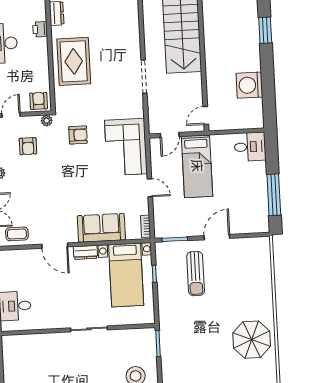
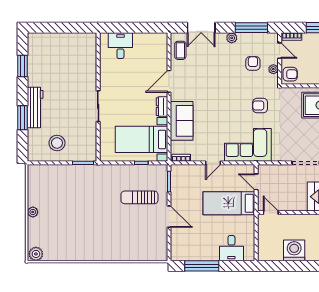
plant: (47, 121) -> (273, 69), moved
armchair: (78, 135) -> (260, 106), turned 90
armchair: (28, 146) -> (253, 63), turned 90
desk: (250, 147) -> (231, 248), moved
parasol: (252, 340) -> (82, 241), removed

